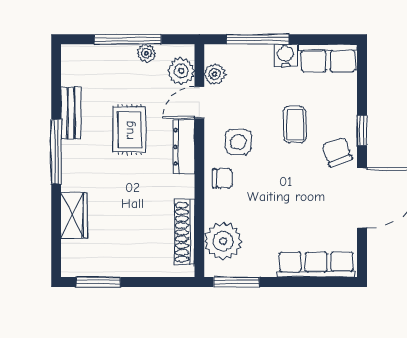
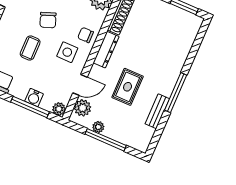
water cooler: (286, 55) -> (34, 98), moved
plant: (215, 74) -> (59, 109), moved
dresser: (184, 147) -> (106, 50), moved
chair: (337, 152) -> (48, 20), moved
wardrobe: (74, 215) -> (181, 51), removed

